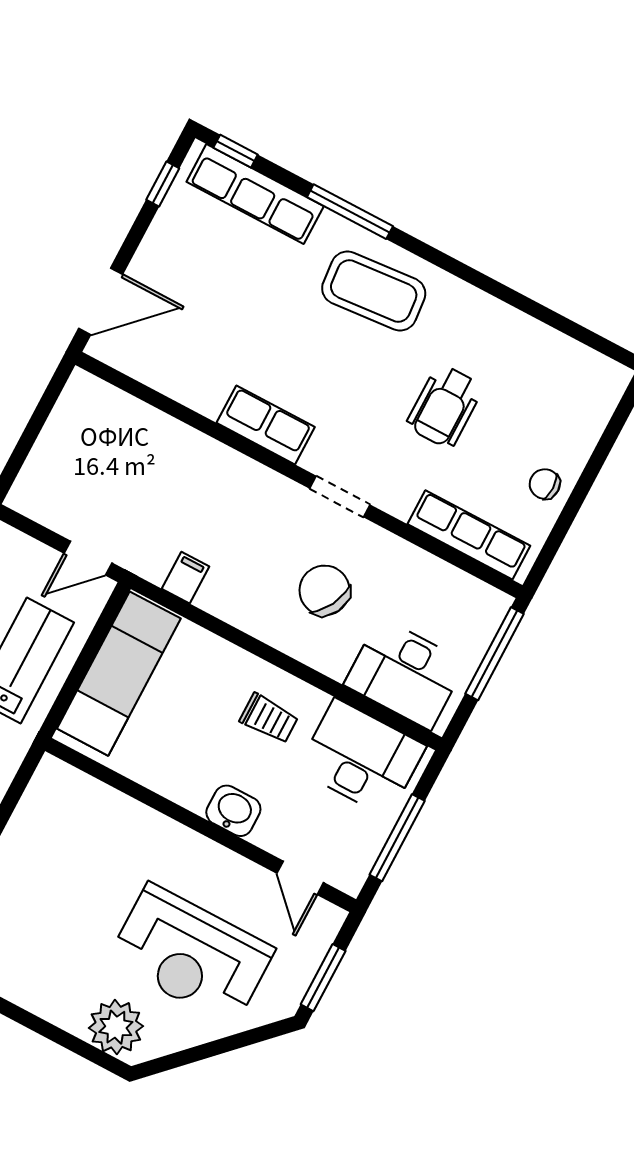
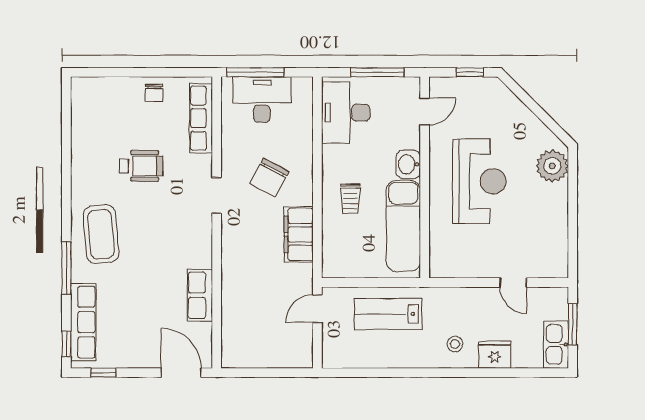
row of seats: (266, 425) -> (200, 295), moved
door: (88, 558) -> (317, 309), swing flipped
filing cabinet: (186, 578) -> (299, 234), width x3.00, depth x1.17
exam couch: (119, 674) -> (403, 226), moved, turned -90
desk: (405, 674) -> (262, 99), moved, turned -90
trolley: (269, 718) -> (350, 199), moved, turned 180
reception desk: (191, 955) -> (479, 181), moved
window: (323, 978) -> (470, 72), width x0.67

